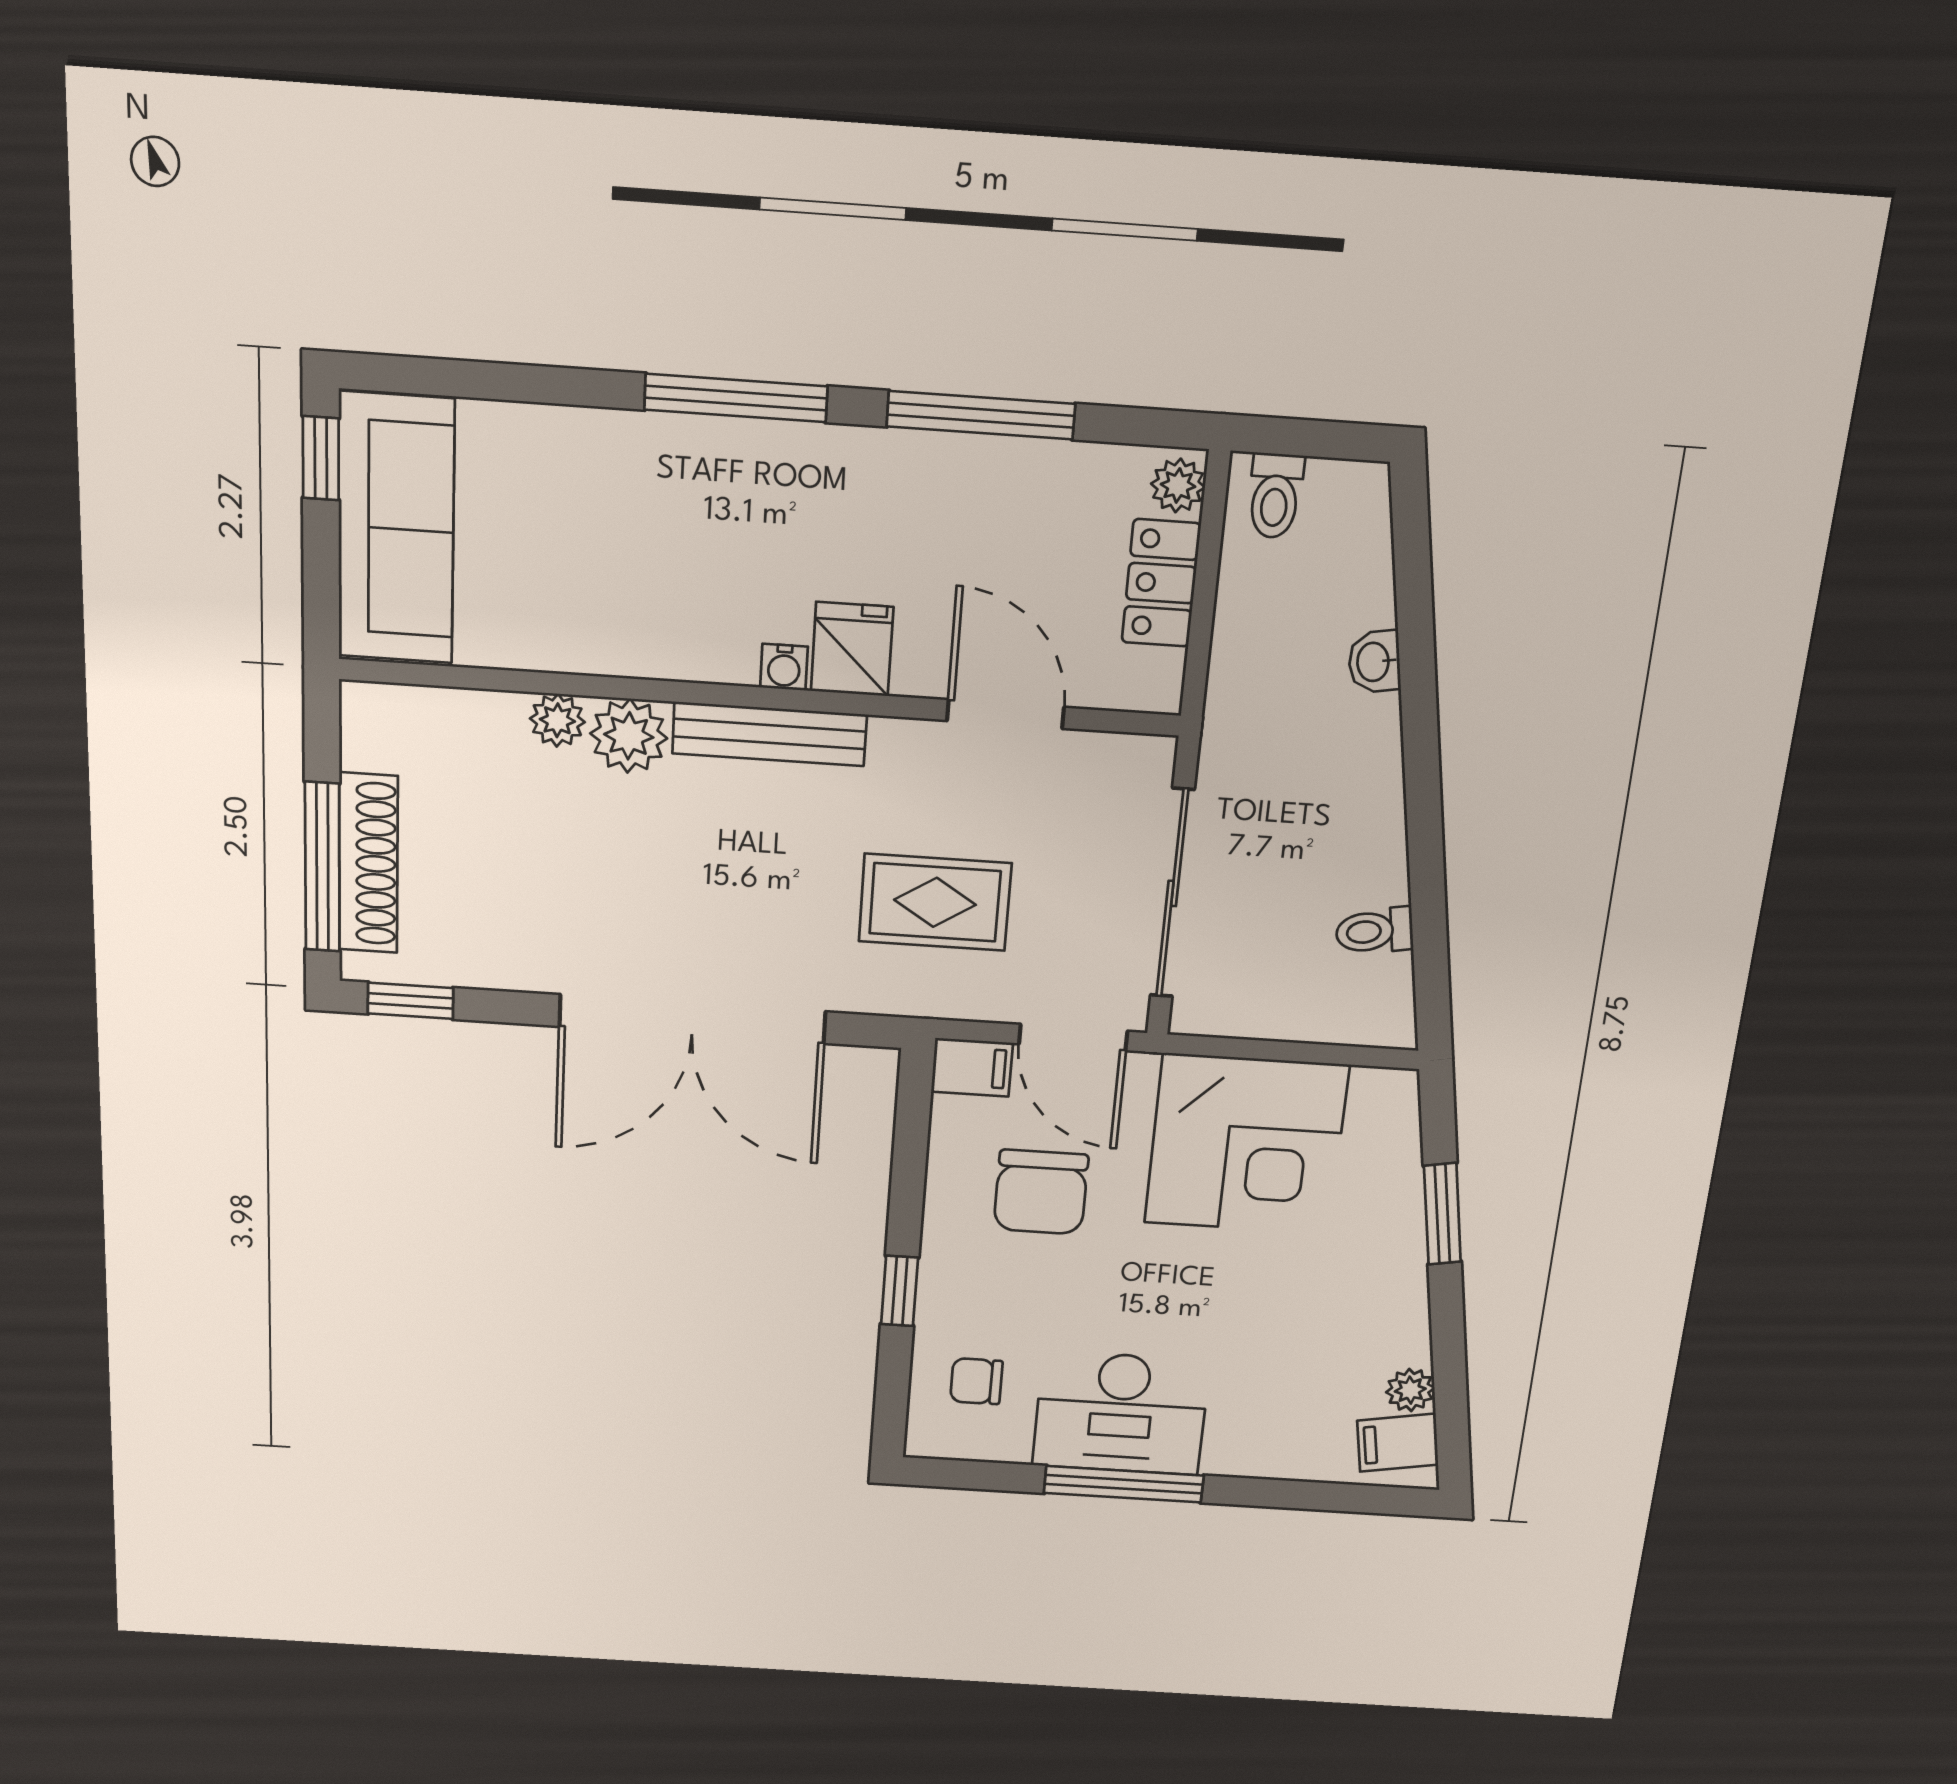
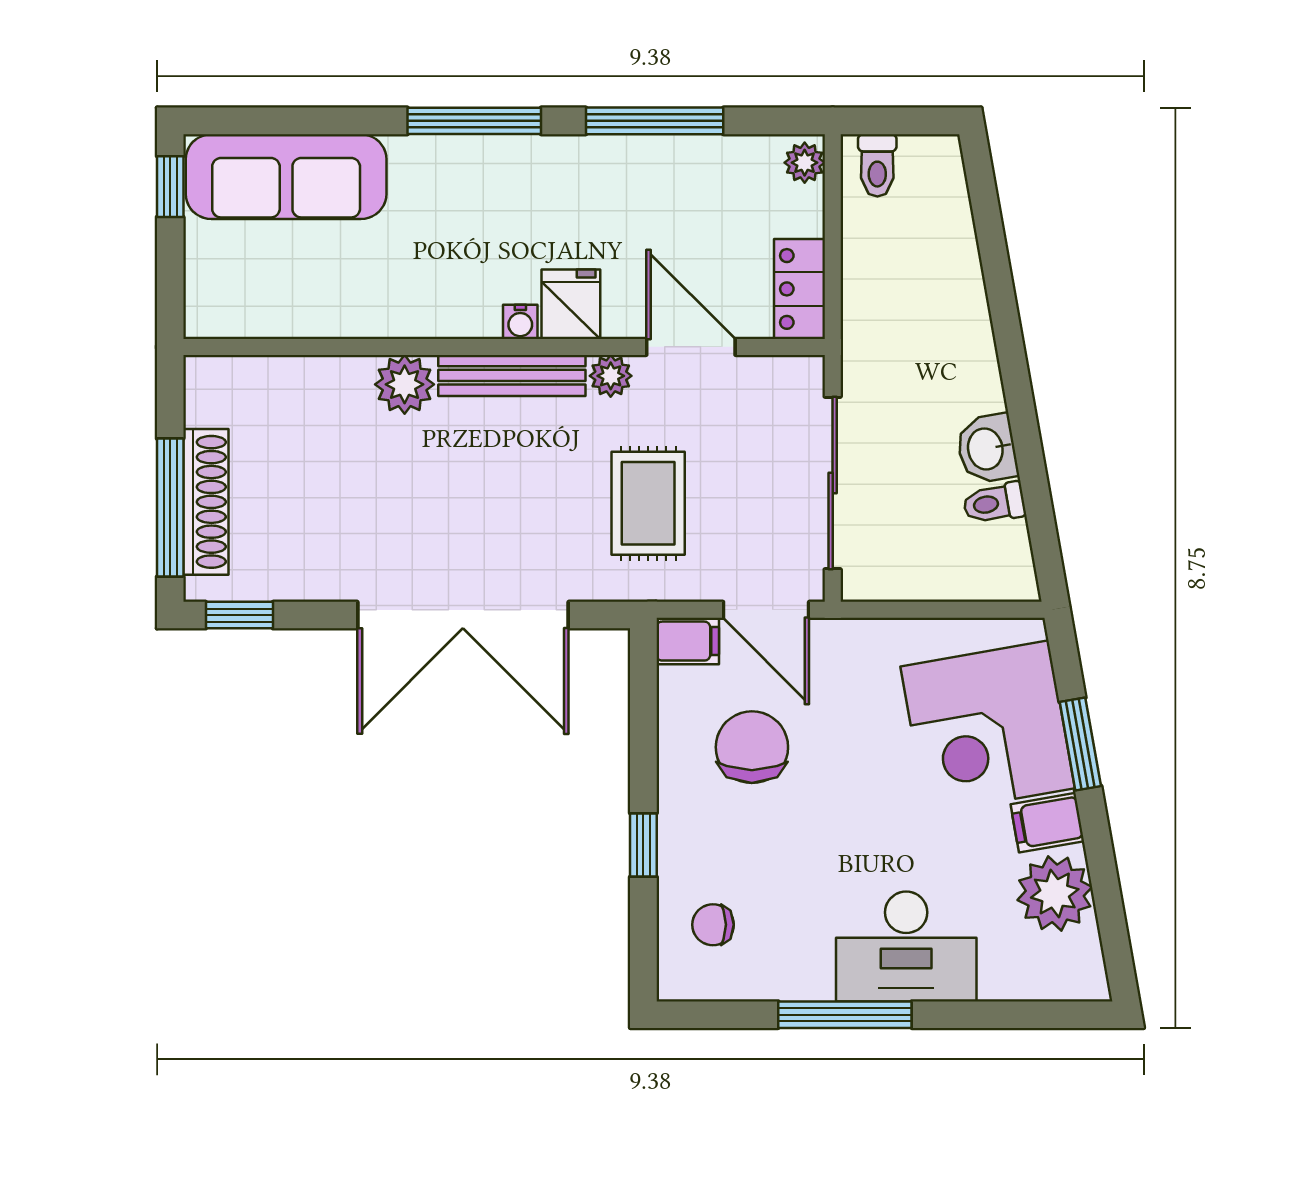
sofa: (396, 529) -> (286, 177), moved, turned 90
locker: (1161, 583) -> (799, 289), moved
washbasin: (1374, 662) -> (987, 449), moved, width x1.38, depth x1.45
plant: (557, 720) -> (611, 376), moved
rug: (935, 902) -> (648, 503), turned 90
corner desk: (1246, 1144) -> (988, 727), moved, turned 80
chair: (1041, 1192) -> (752, 747), turned 180
plant: (1410, 1390) -> (1055, 893), width x1.87, depth x1.87
desk: (1121, 1413) -> (906, 946), moved
filing cabinet: (1398, 1443) -> (1047, 823), moved

